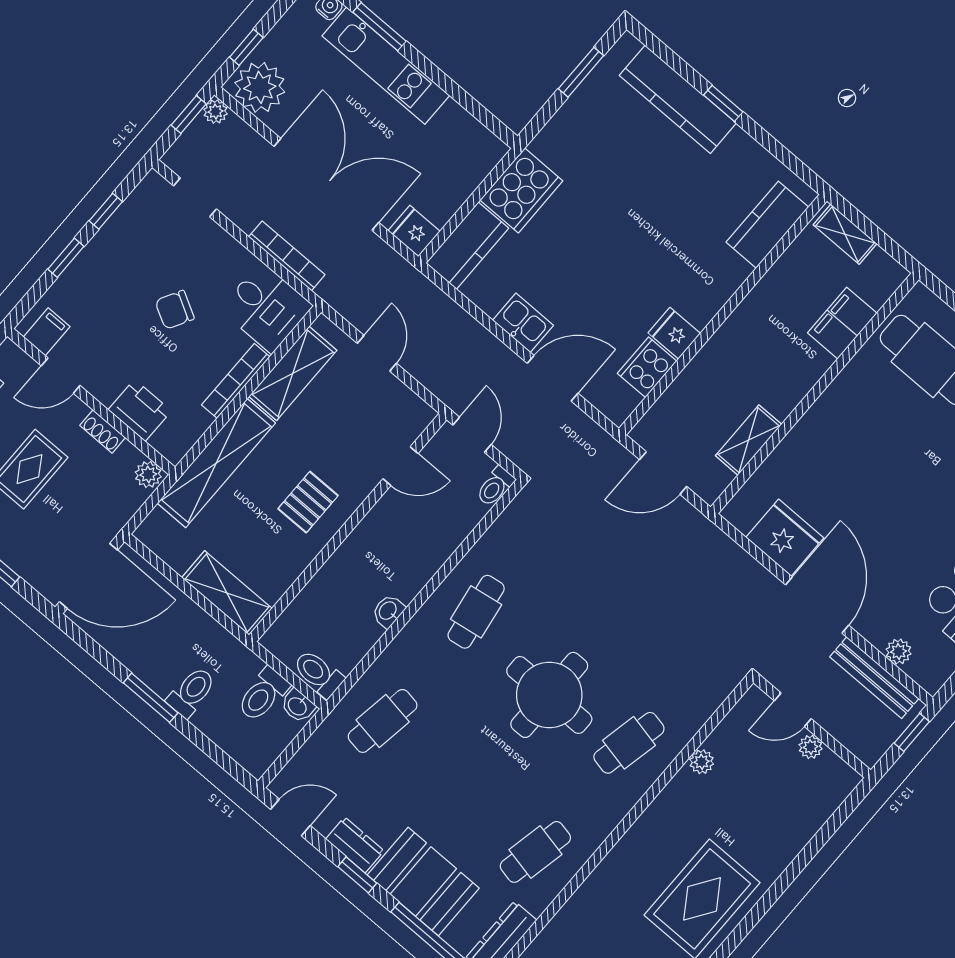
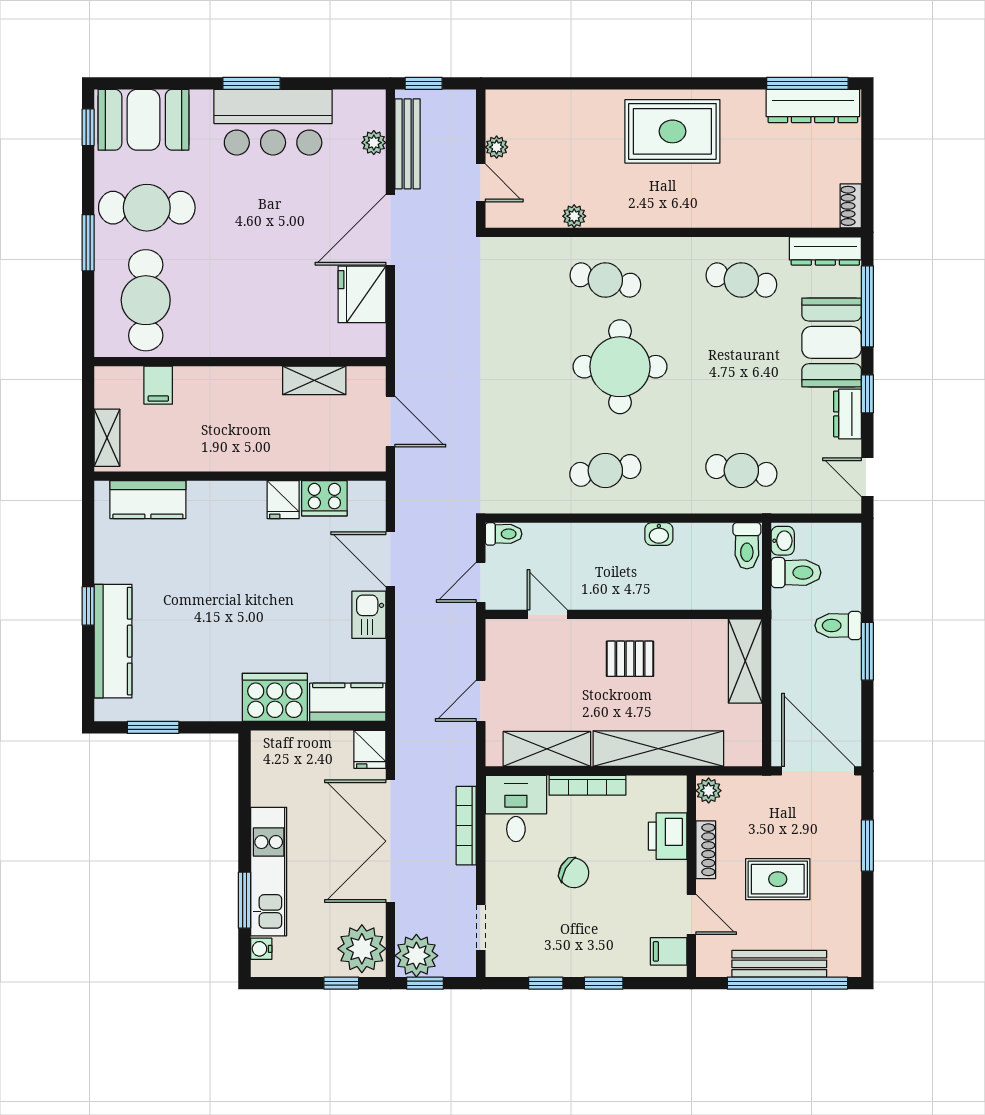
plant: (216, 112) -> (416, 956), width x1.87, depth x1.87
filing cabinet: (842, 323) -> (158, 385), width x0.50
shoe rack: (103, 431) -> (706, 850), width x1.43

